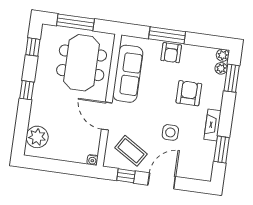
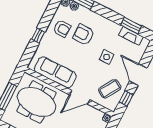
window: (167, 35) -> (38, 36), width x0.46
armchair: (171, 53) -> (62, 29), moved
fireplace: (212, 125) -> (131, 36), moved

